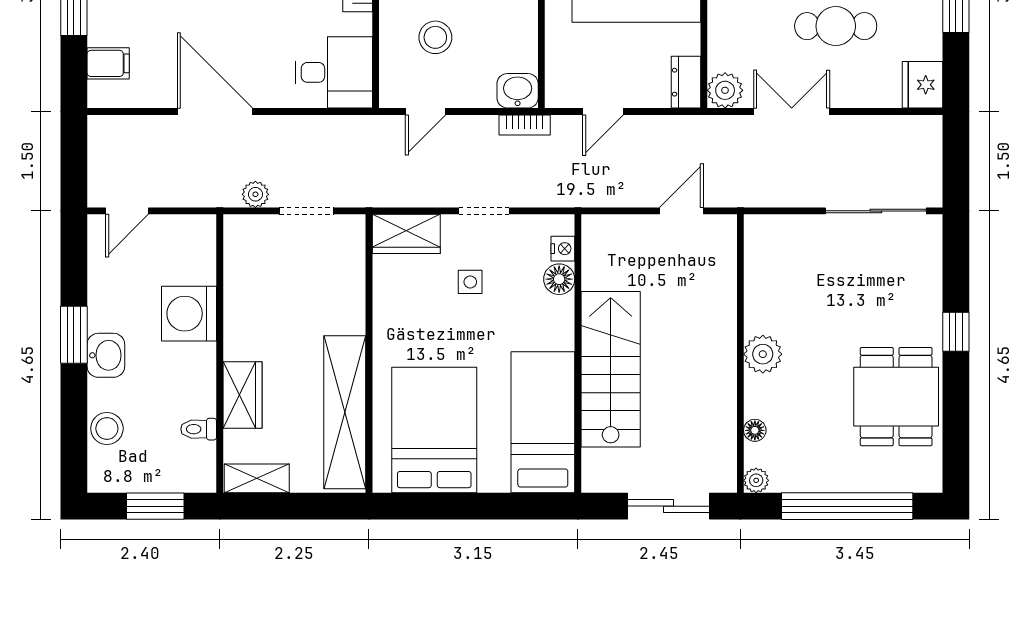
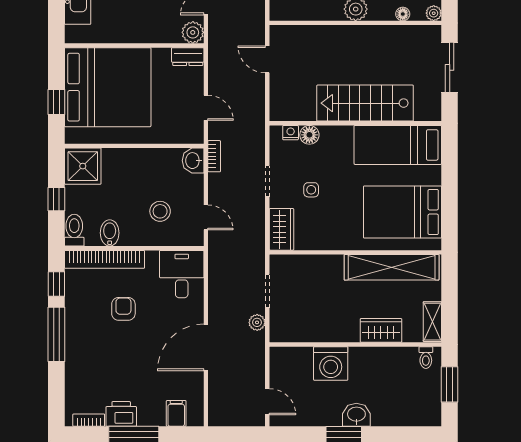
stool: (107, 429) -> (402, 414), removed
toilet: (199, 429) -> (426, 358), moved

